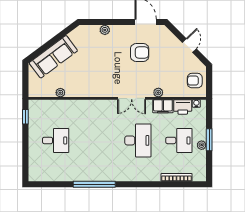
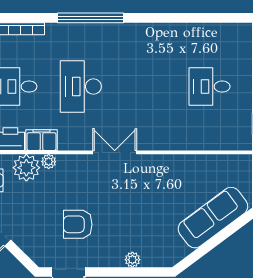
plant: (60, 93) -> (26, 168), moved, width x1.88, depth x1.88
double door: (132, 98) -> (115, 152), moved
window: (94, 184) -> (91, 18), moved

